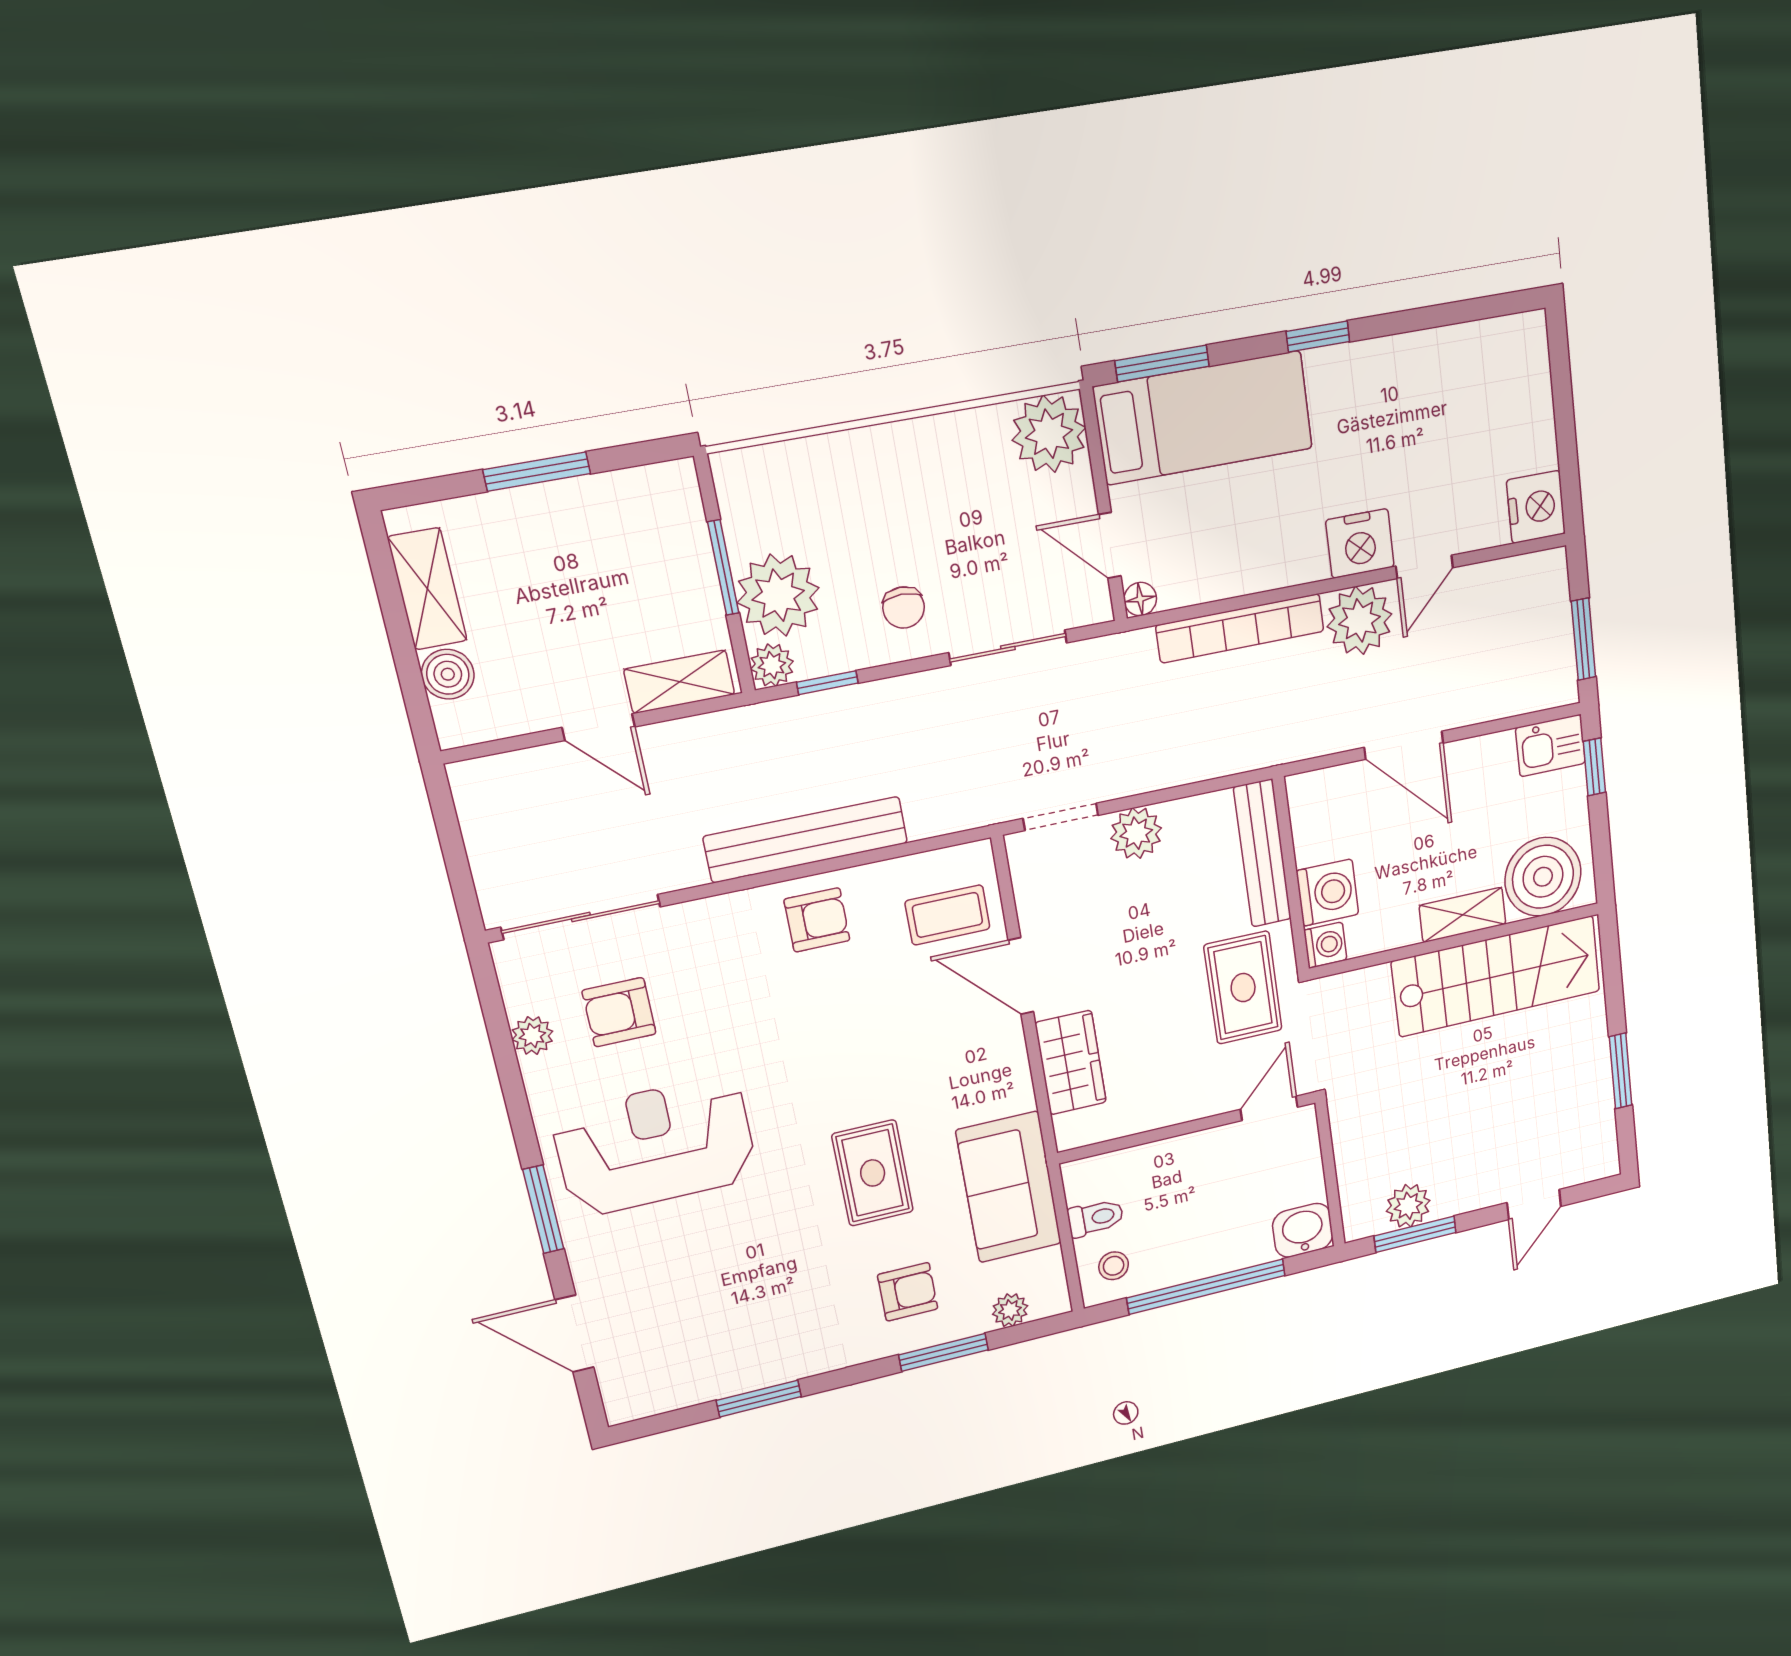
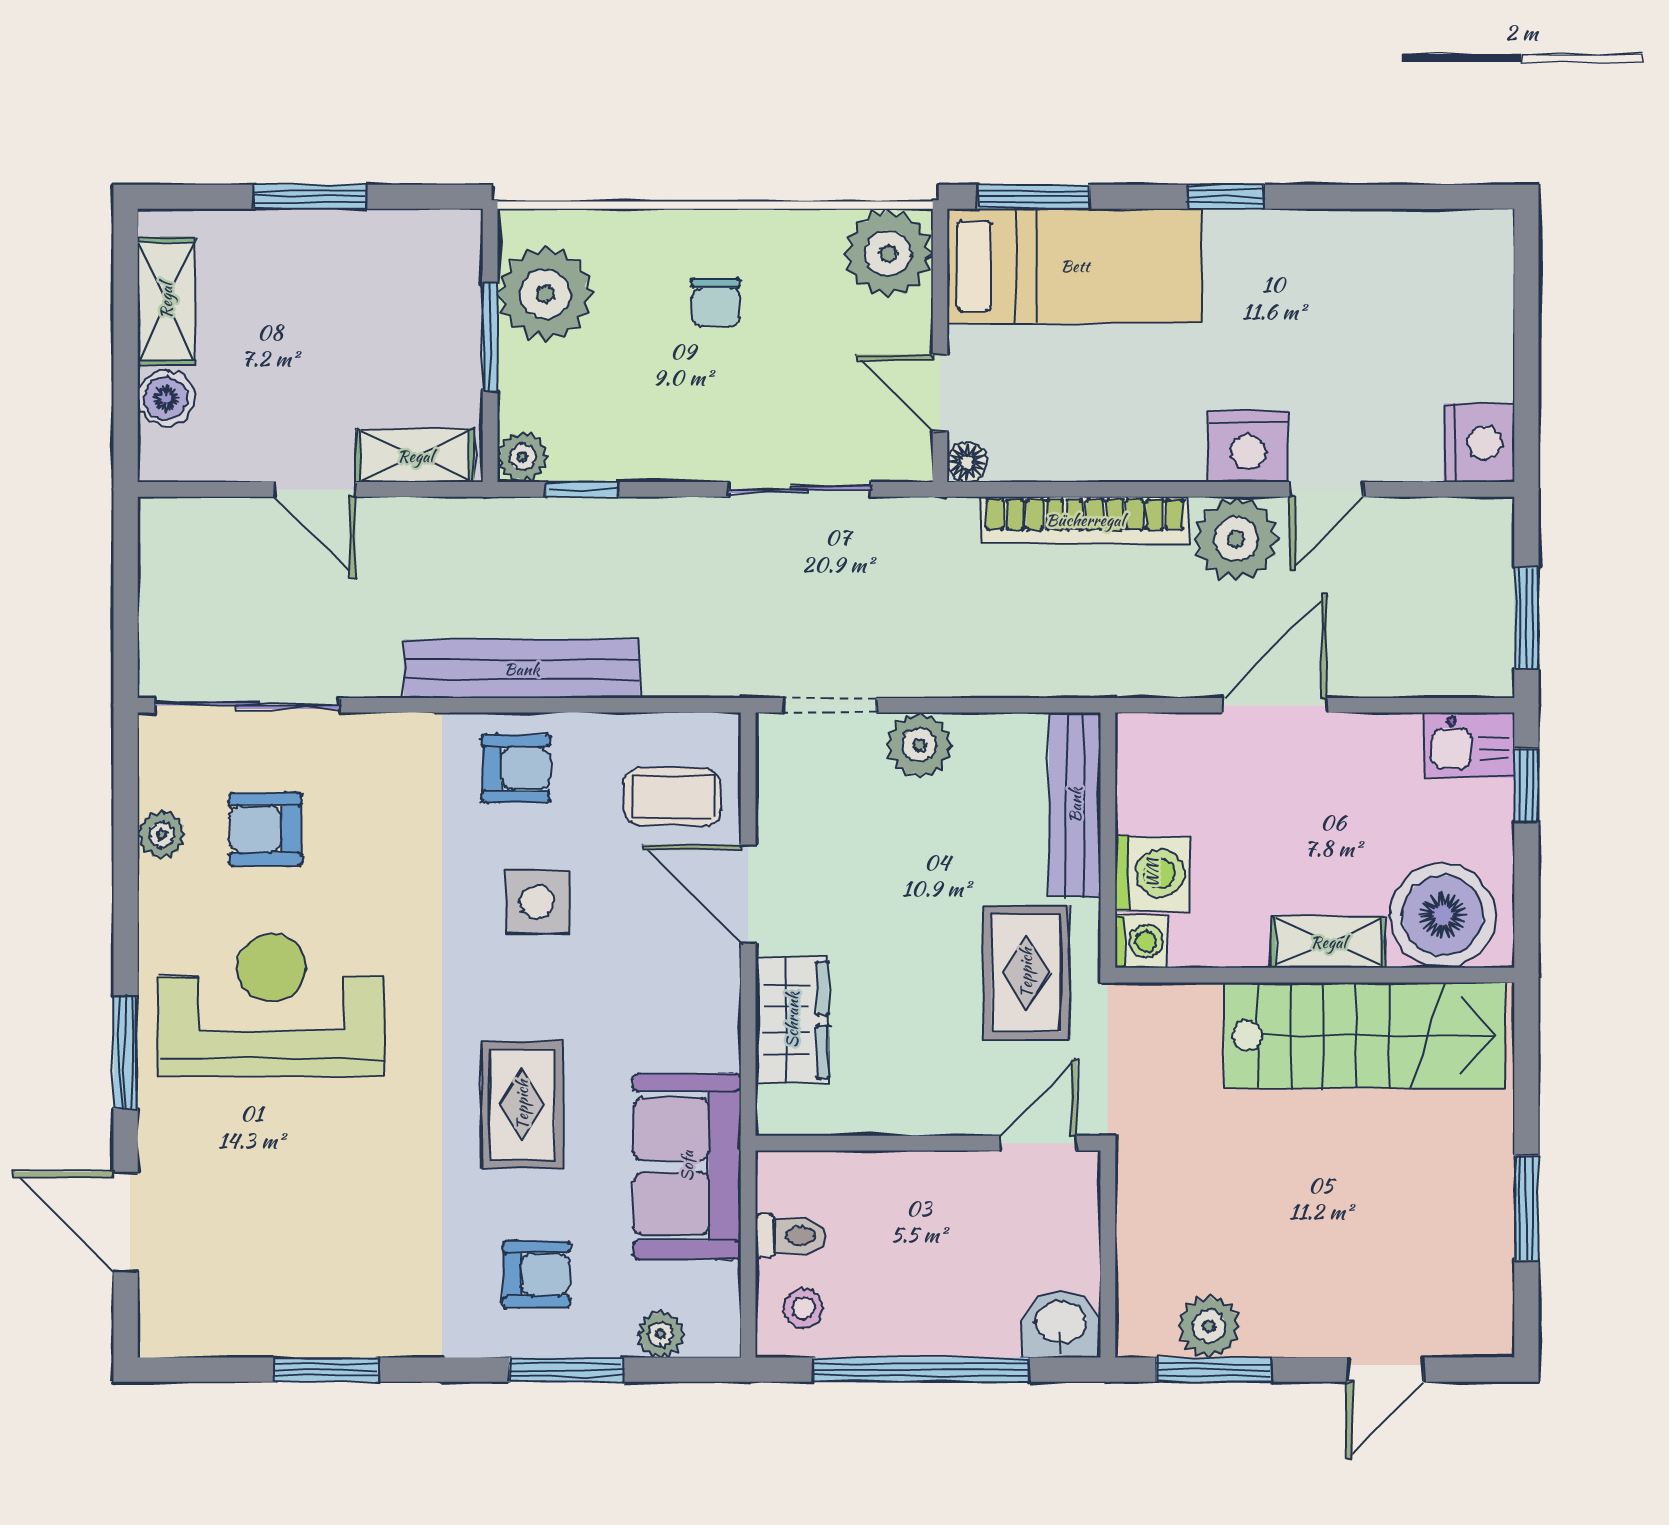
plant: (778, 595) -> (545, 294), moved
chair: (904, 607) -> (716, 302), moved
door: (1404, 745) -> (1275, 705), swing flipped
side table: (855, 1019) -> (537, 902), added

